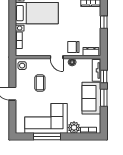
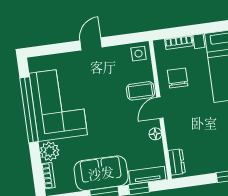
chair: (73, 47) -> (178, 78), moved
coffee table: (40, 83) -> (140, 91), moved
window: (47, 137) -> (29, 110), width x1.46

